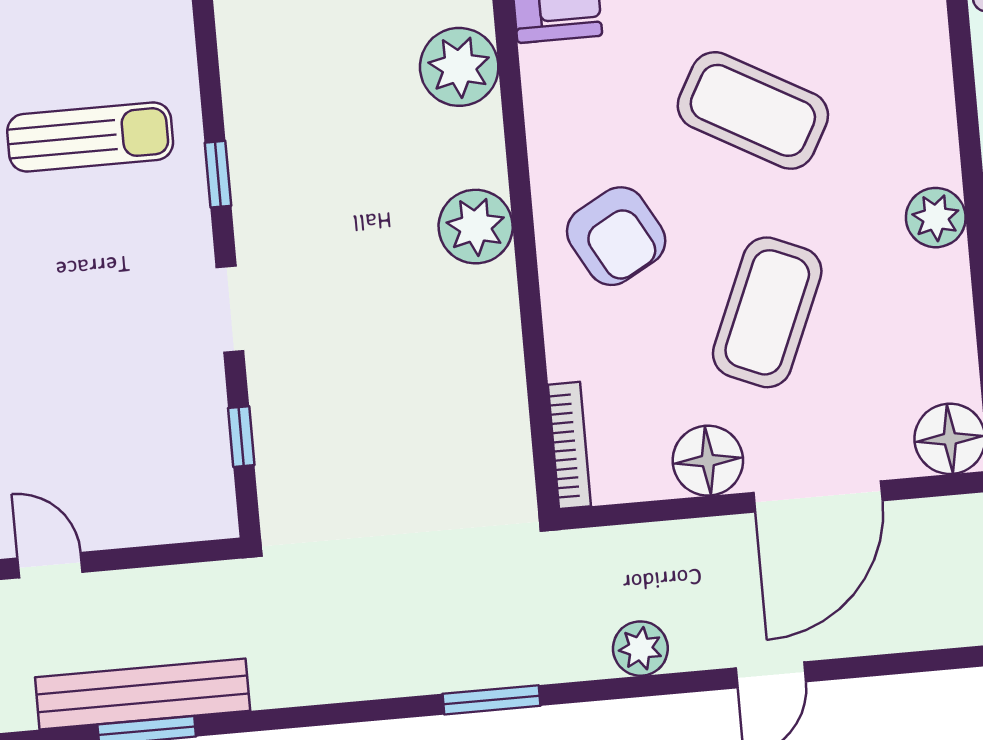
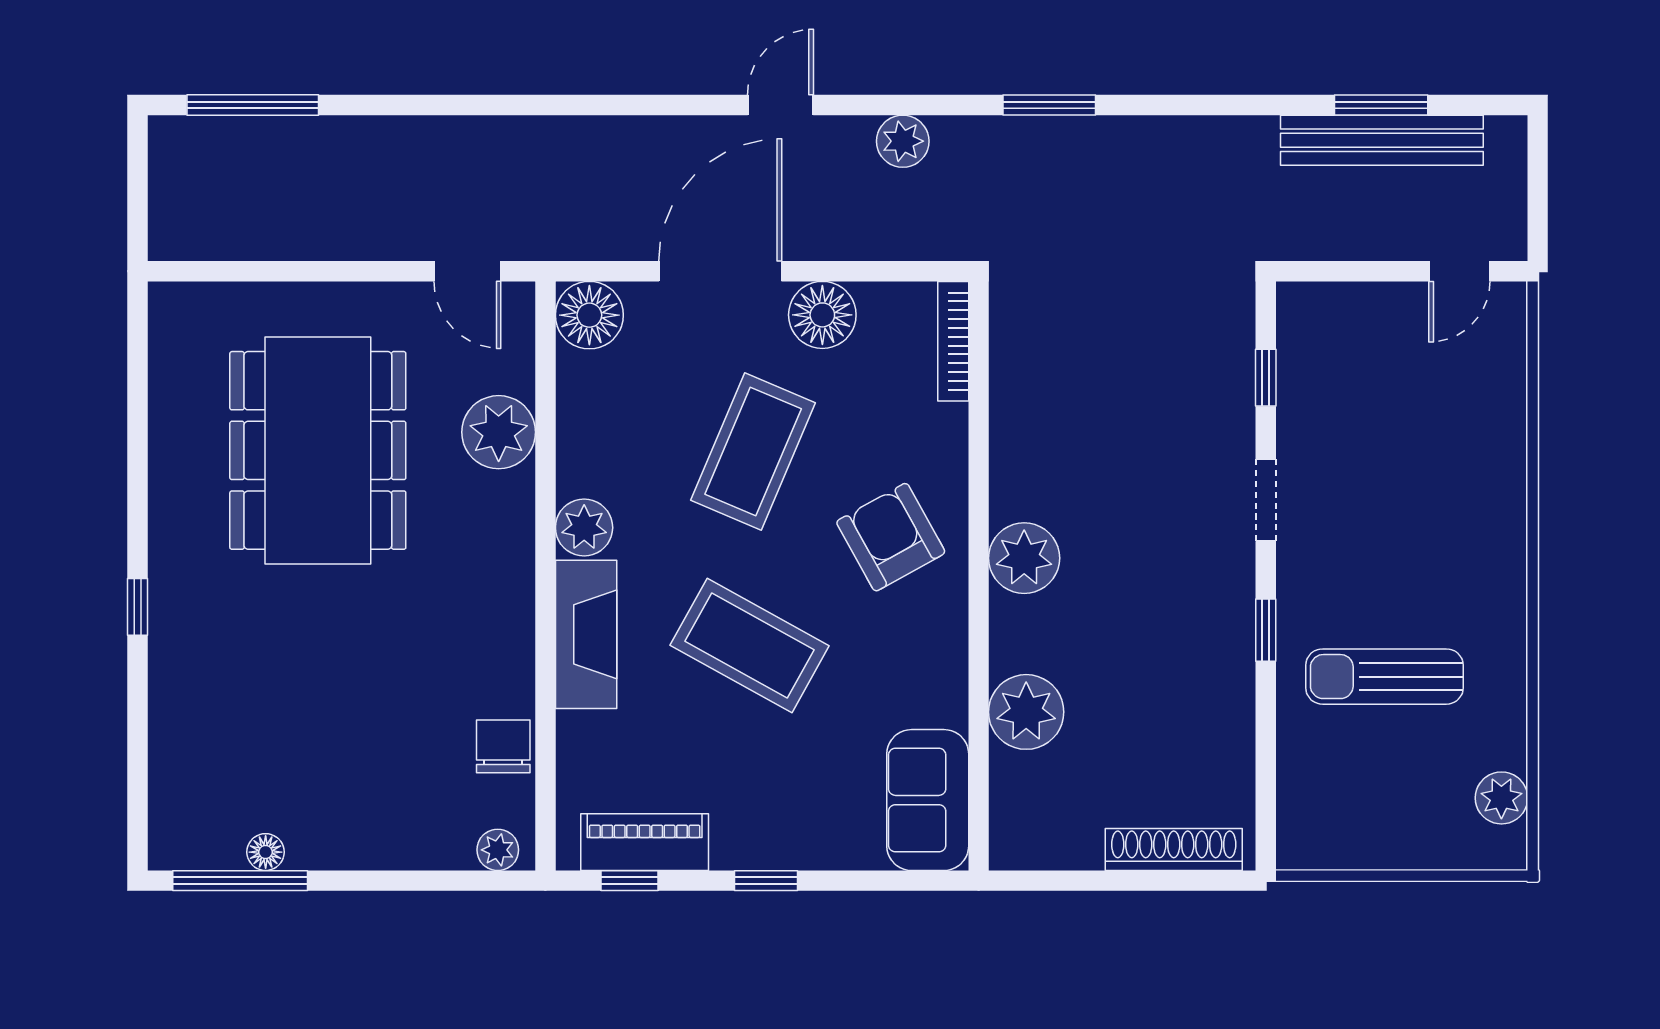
fireplace: (924, 107) -> (586, 634), added
door: (50, 565) -> (1459, 271), hinge flipped

